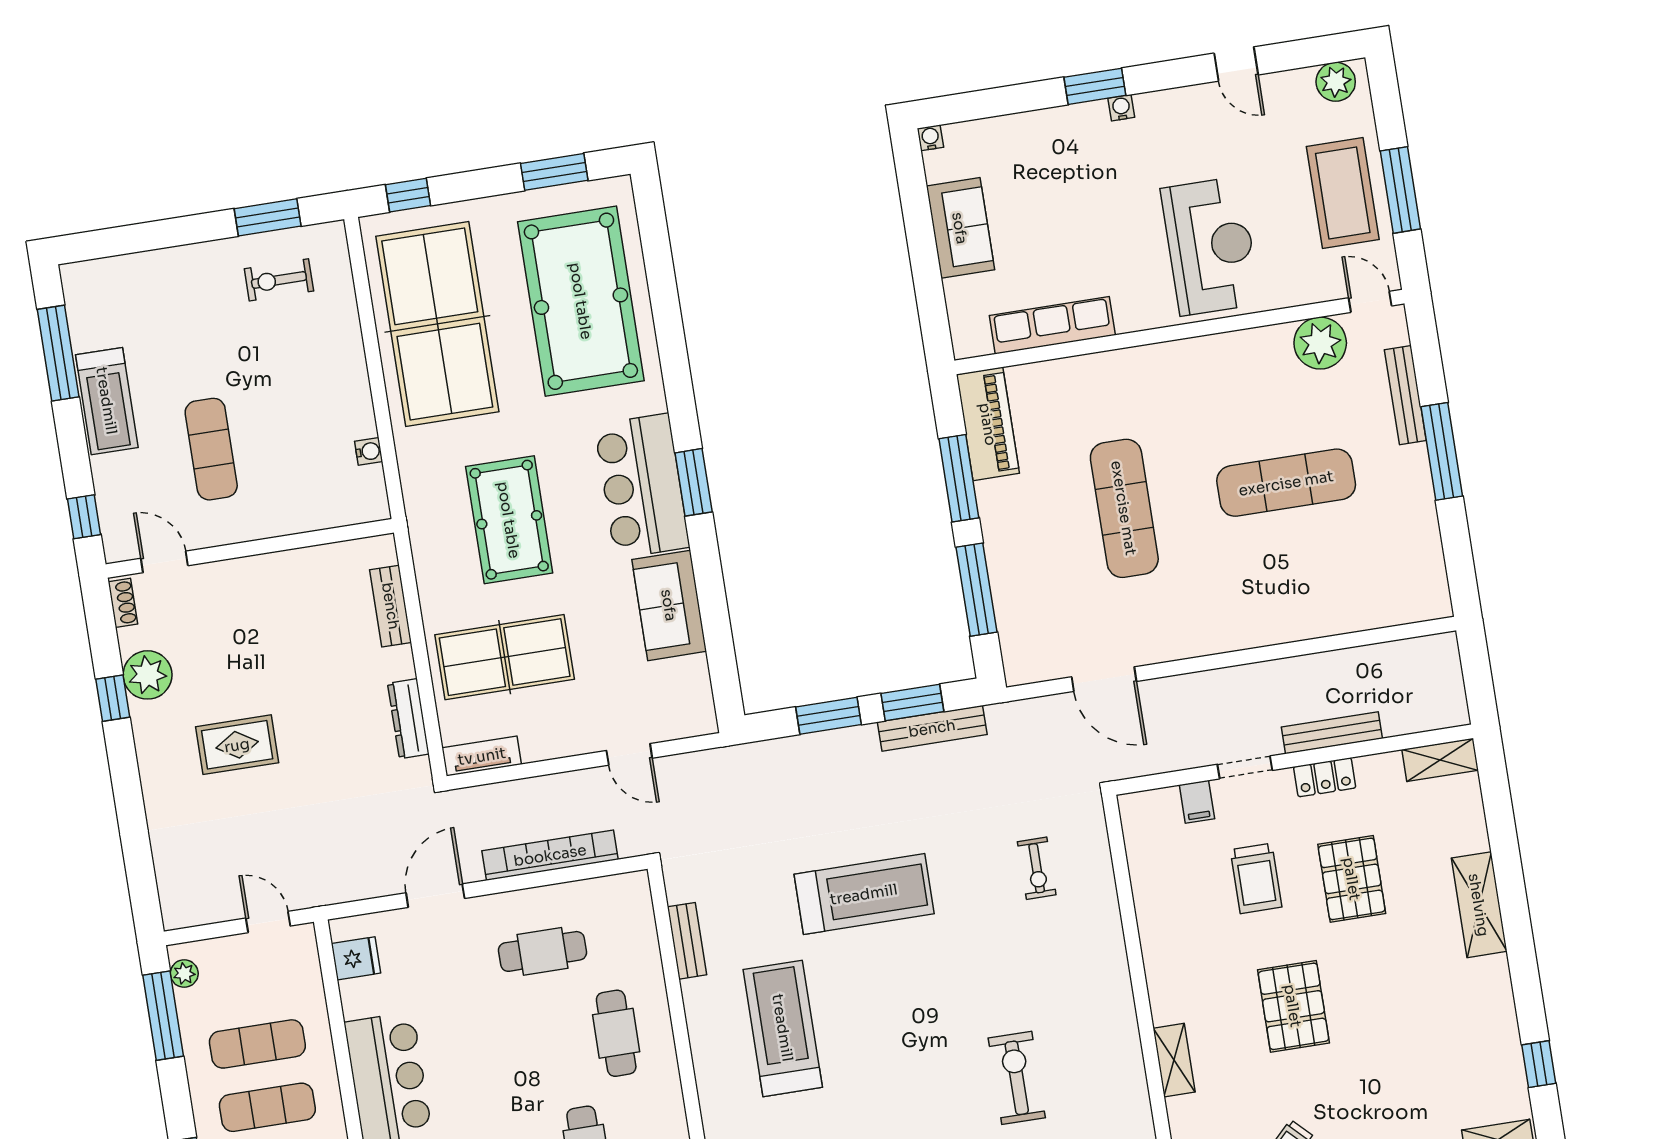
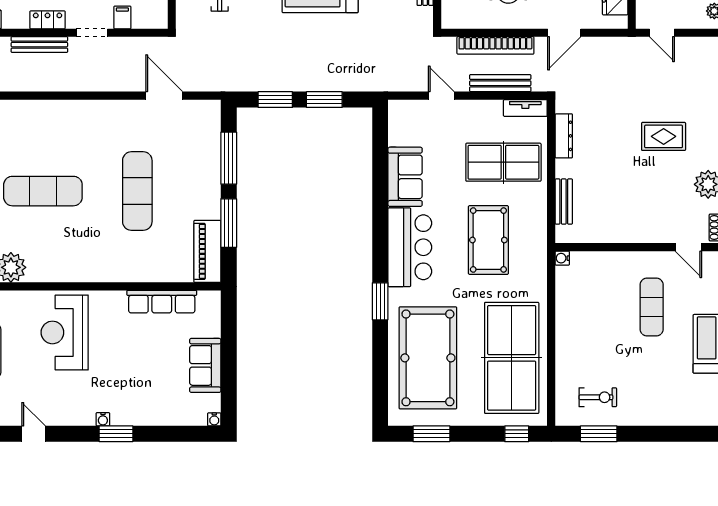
water cooler: (369, 451) -> (562, 258), moved
window: (694, 482) -> (380, 301), moved
bench: (932, 728) -> (500, 83), moved

